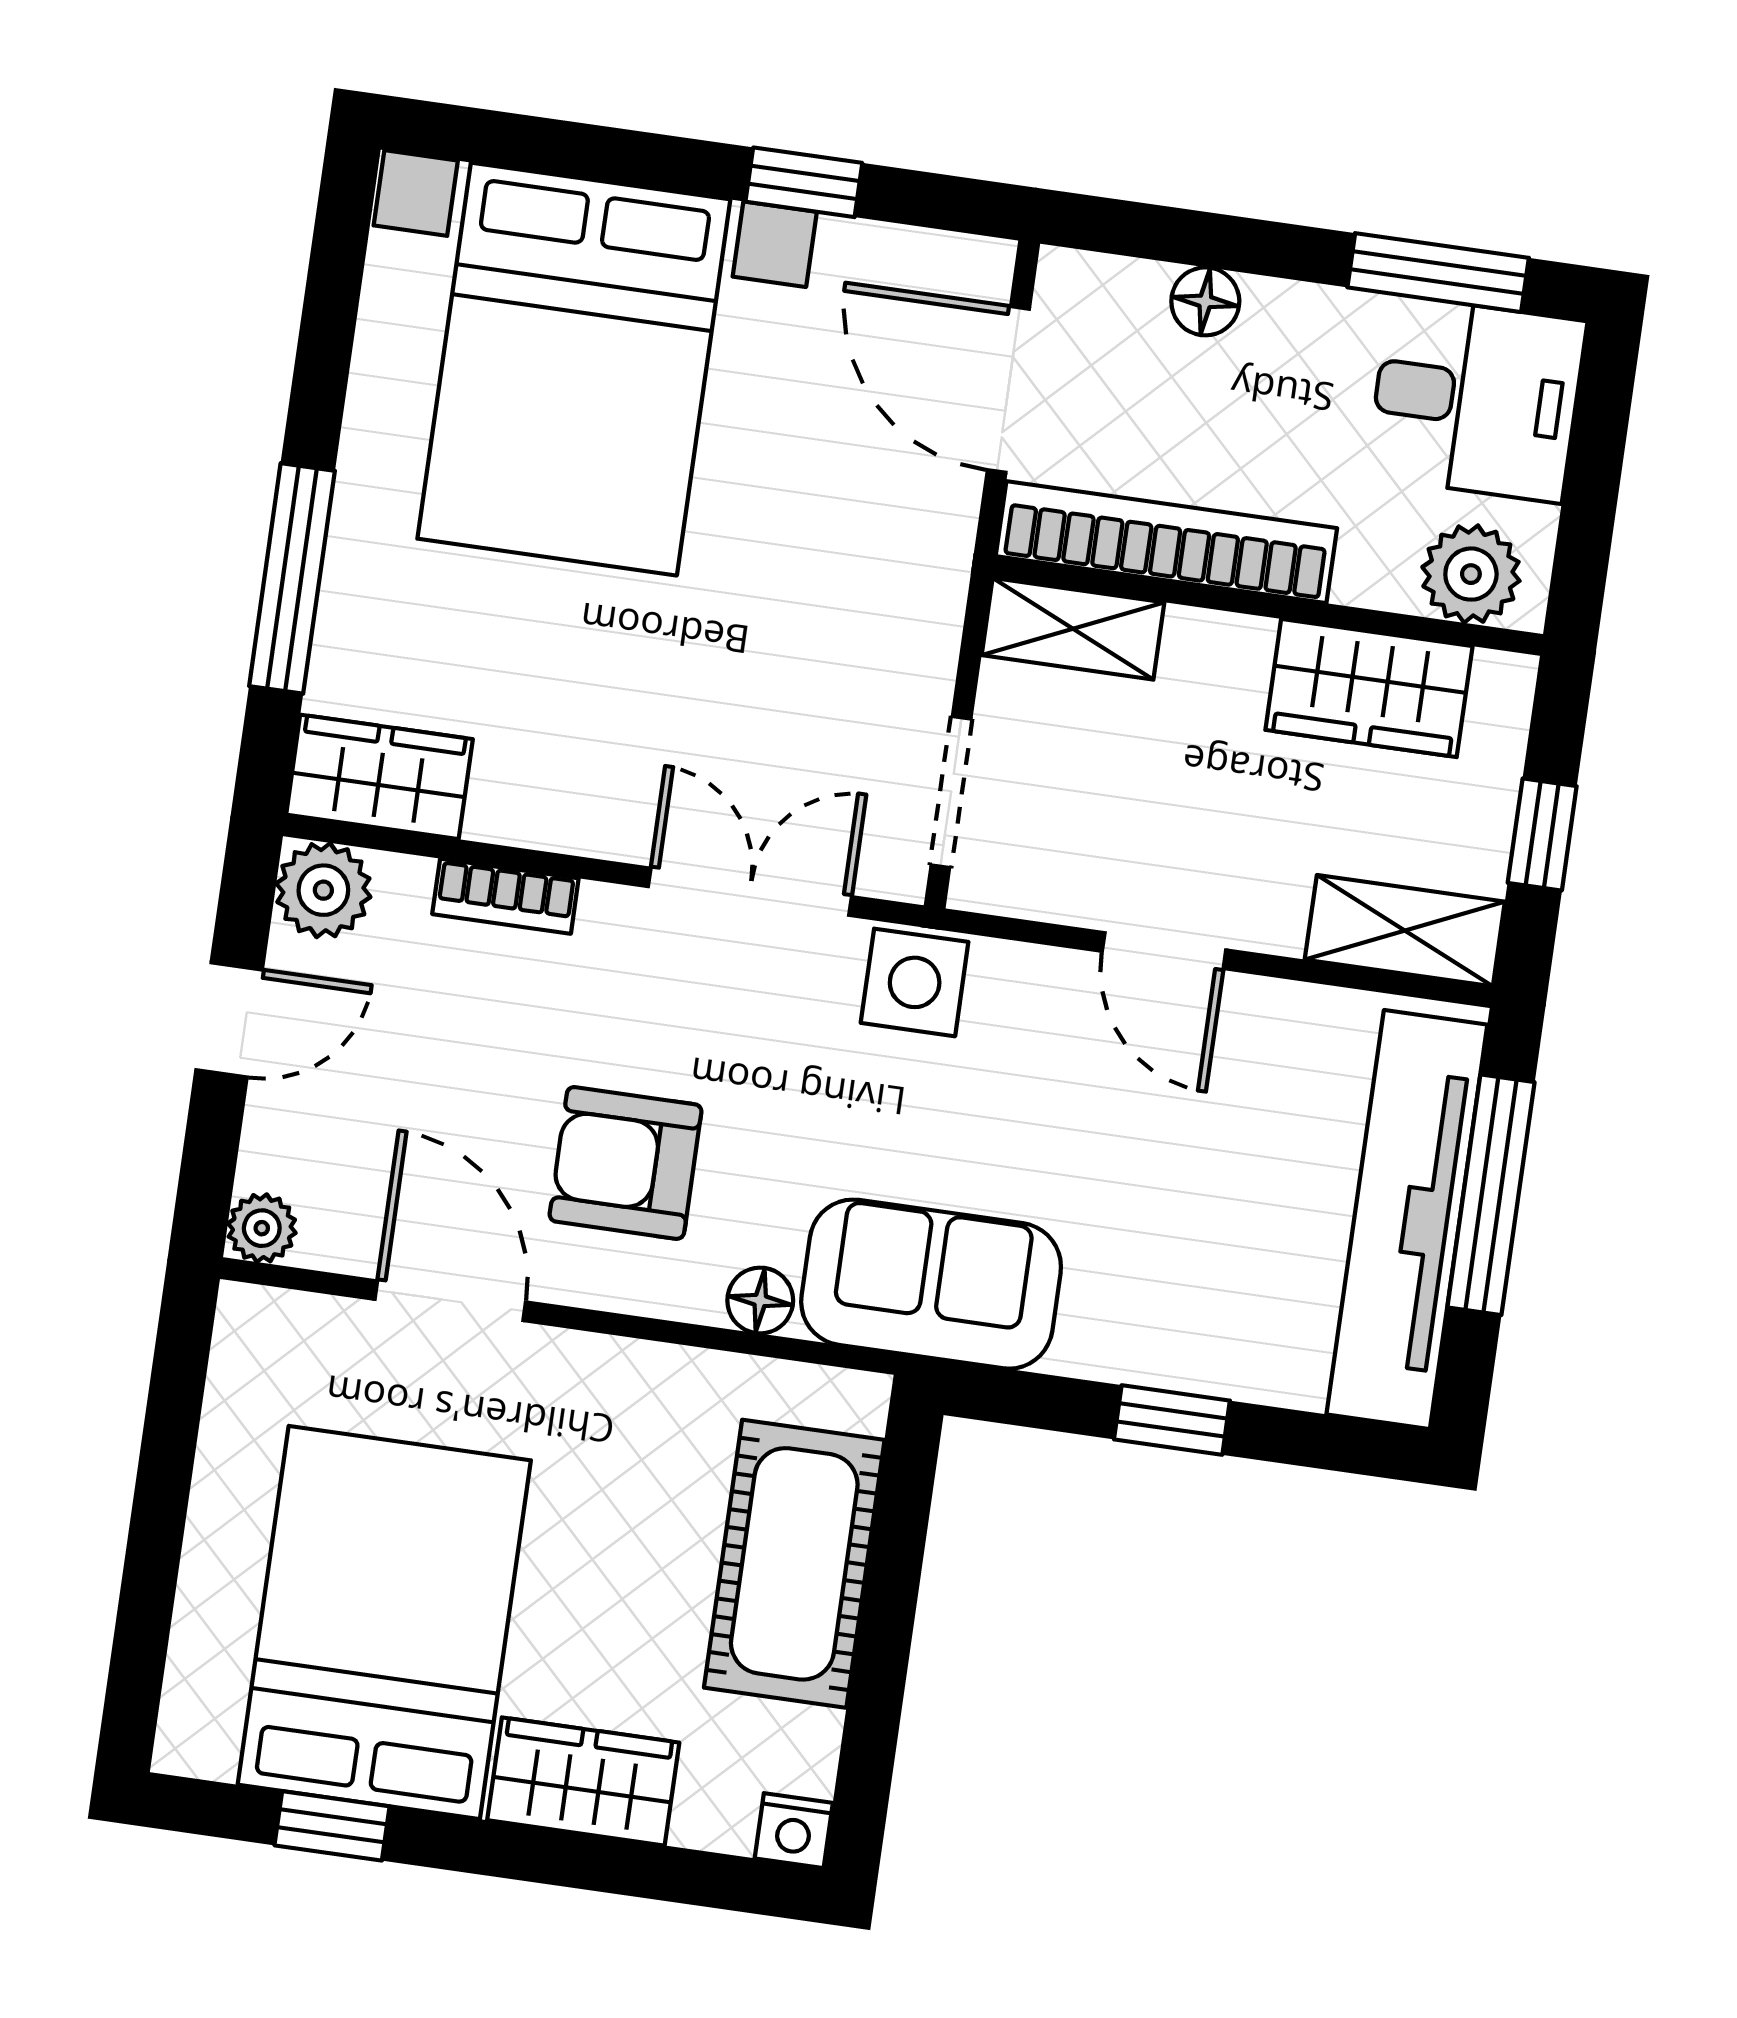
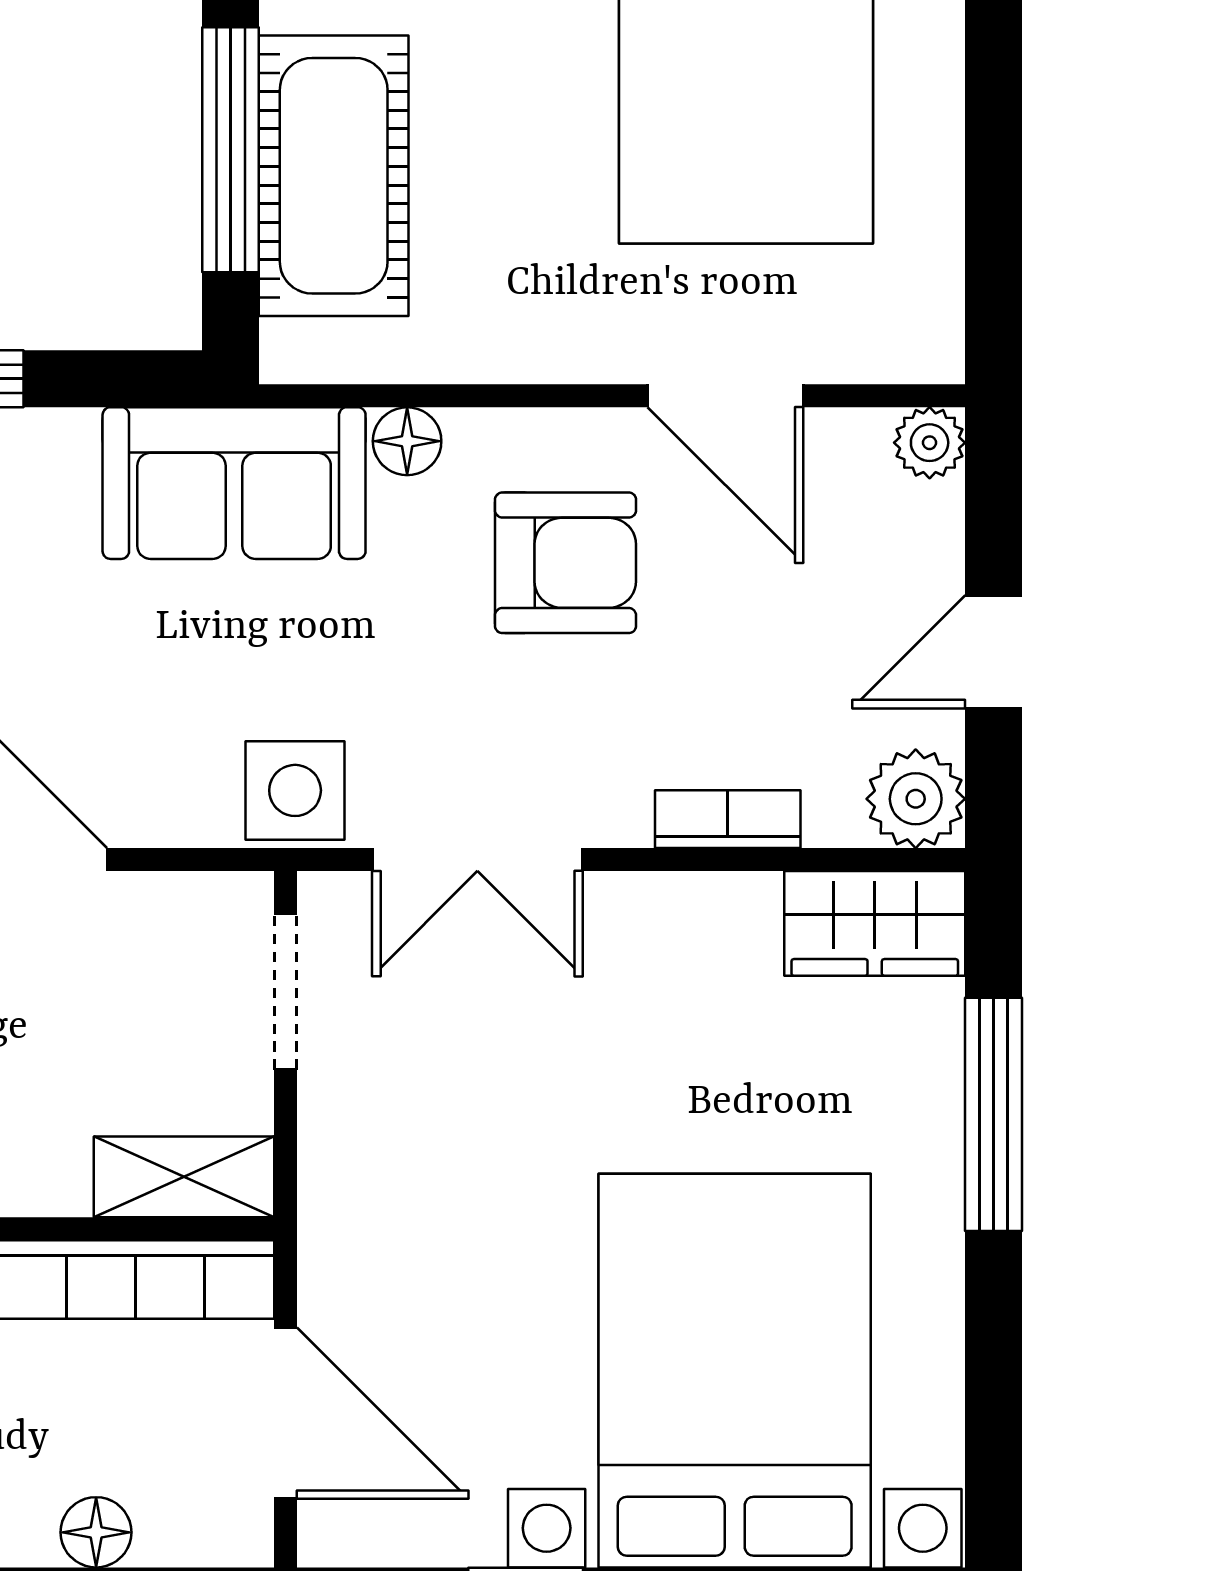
window: (889, 1603) -> (231, 150), added

